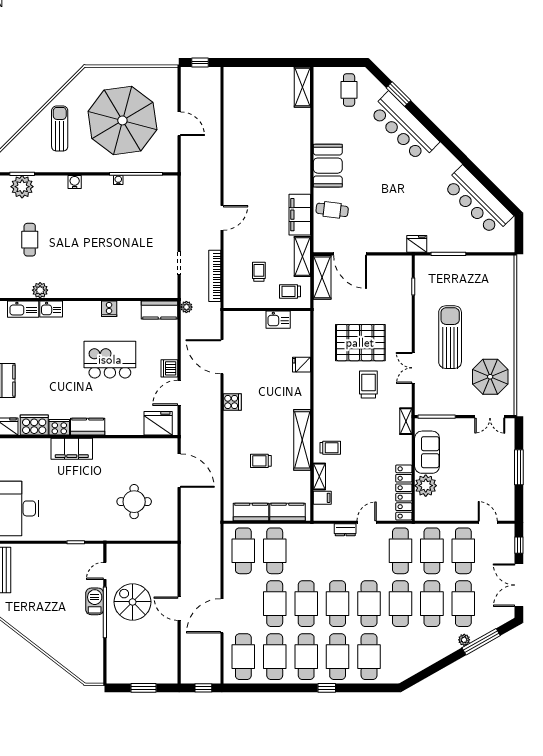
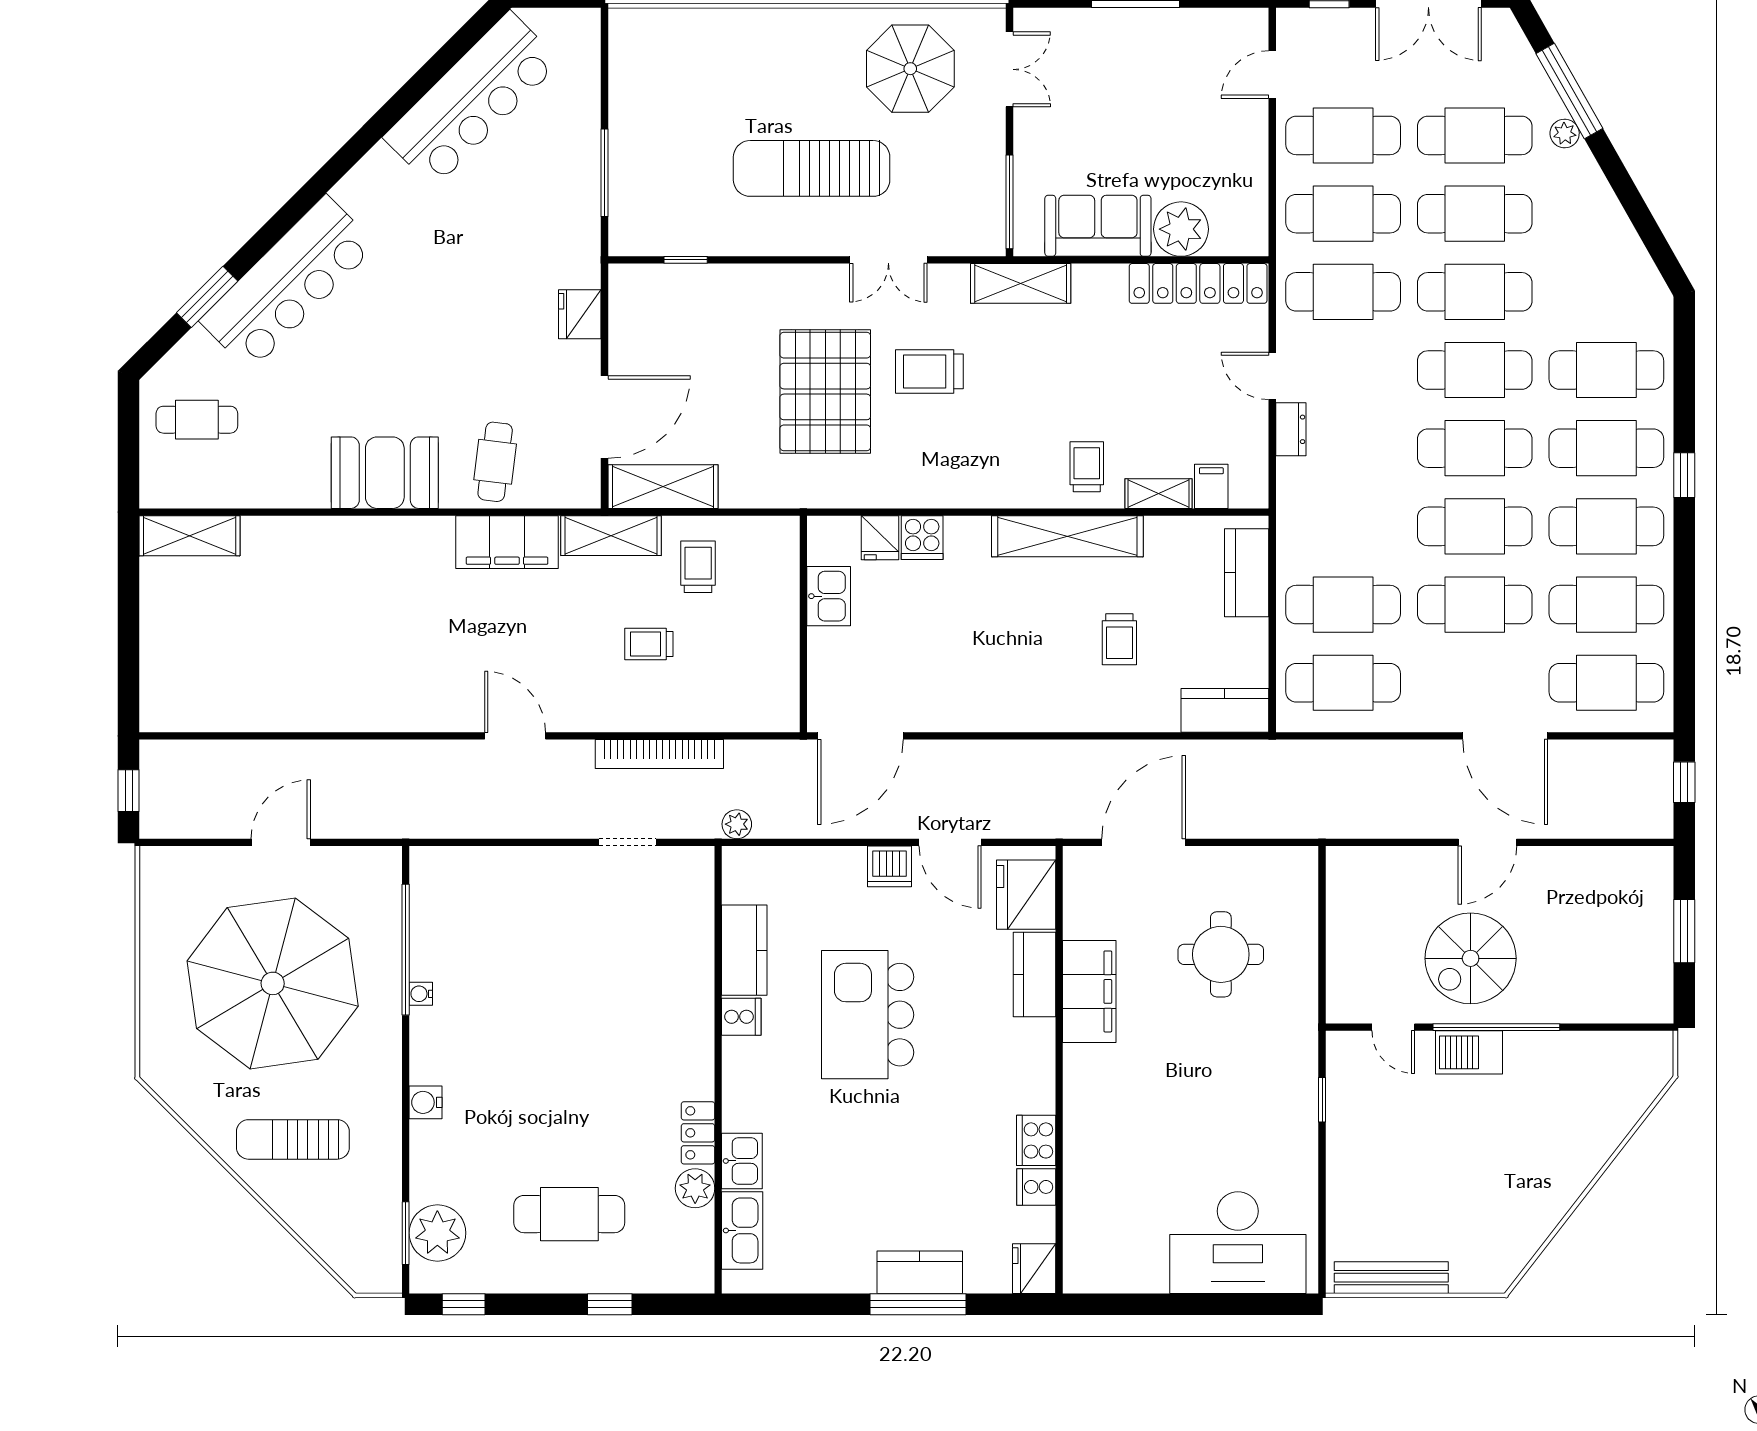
cafe table: (30, 240) -> (569, 1214), width x1.37, depth x1.35
fridge: (417, 244) -> (580, 314), moved
locker: (62, 291) -> (698, 1133), added
trolley: (290, 291) -> (698, 567), turned 180
kitchen counter: (159, 310) -> (744, 950), moved
wall: (267, 310) -> (803, 624), moved
kitchen sink: (278, 320) -> (829, 596), moved
cooker: (232, 402) -> (922, 538), moved, turned 180
shelving: (406, 421) -> (1021, 283), width x1.50, depth x1.33
cooker: (34, 425) -> (1036, 1187), width x0.53, depth x0.76
kitchen counter: (88, 427) -> (1034, 975), moved
filing cabinet: (72, 449) -> (1089, 991), moved
kitchen counter: (251, 512) -> (1225, 710), moved, turned 90

